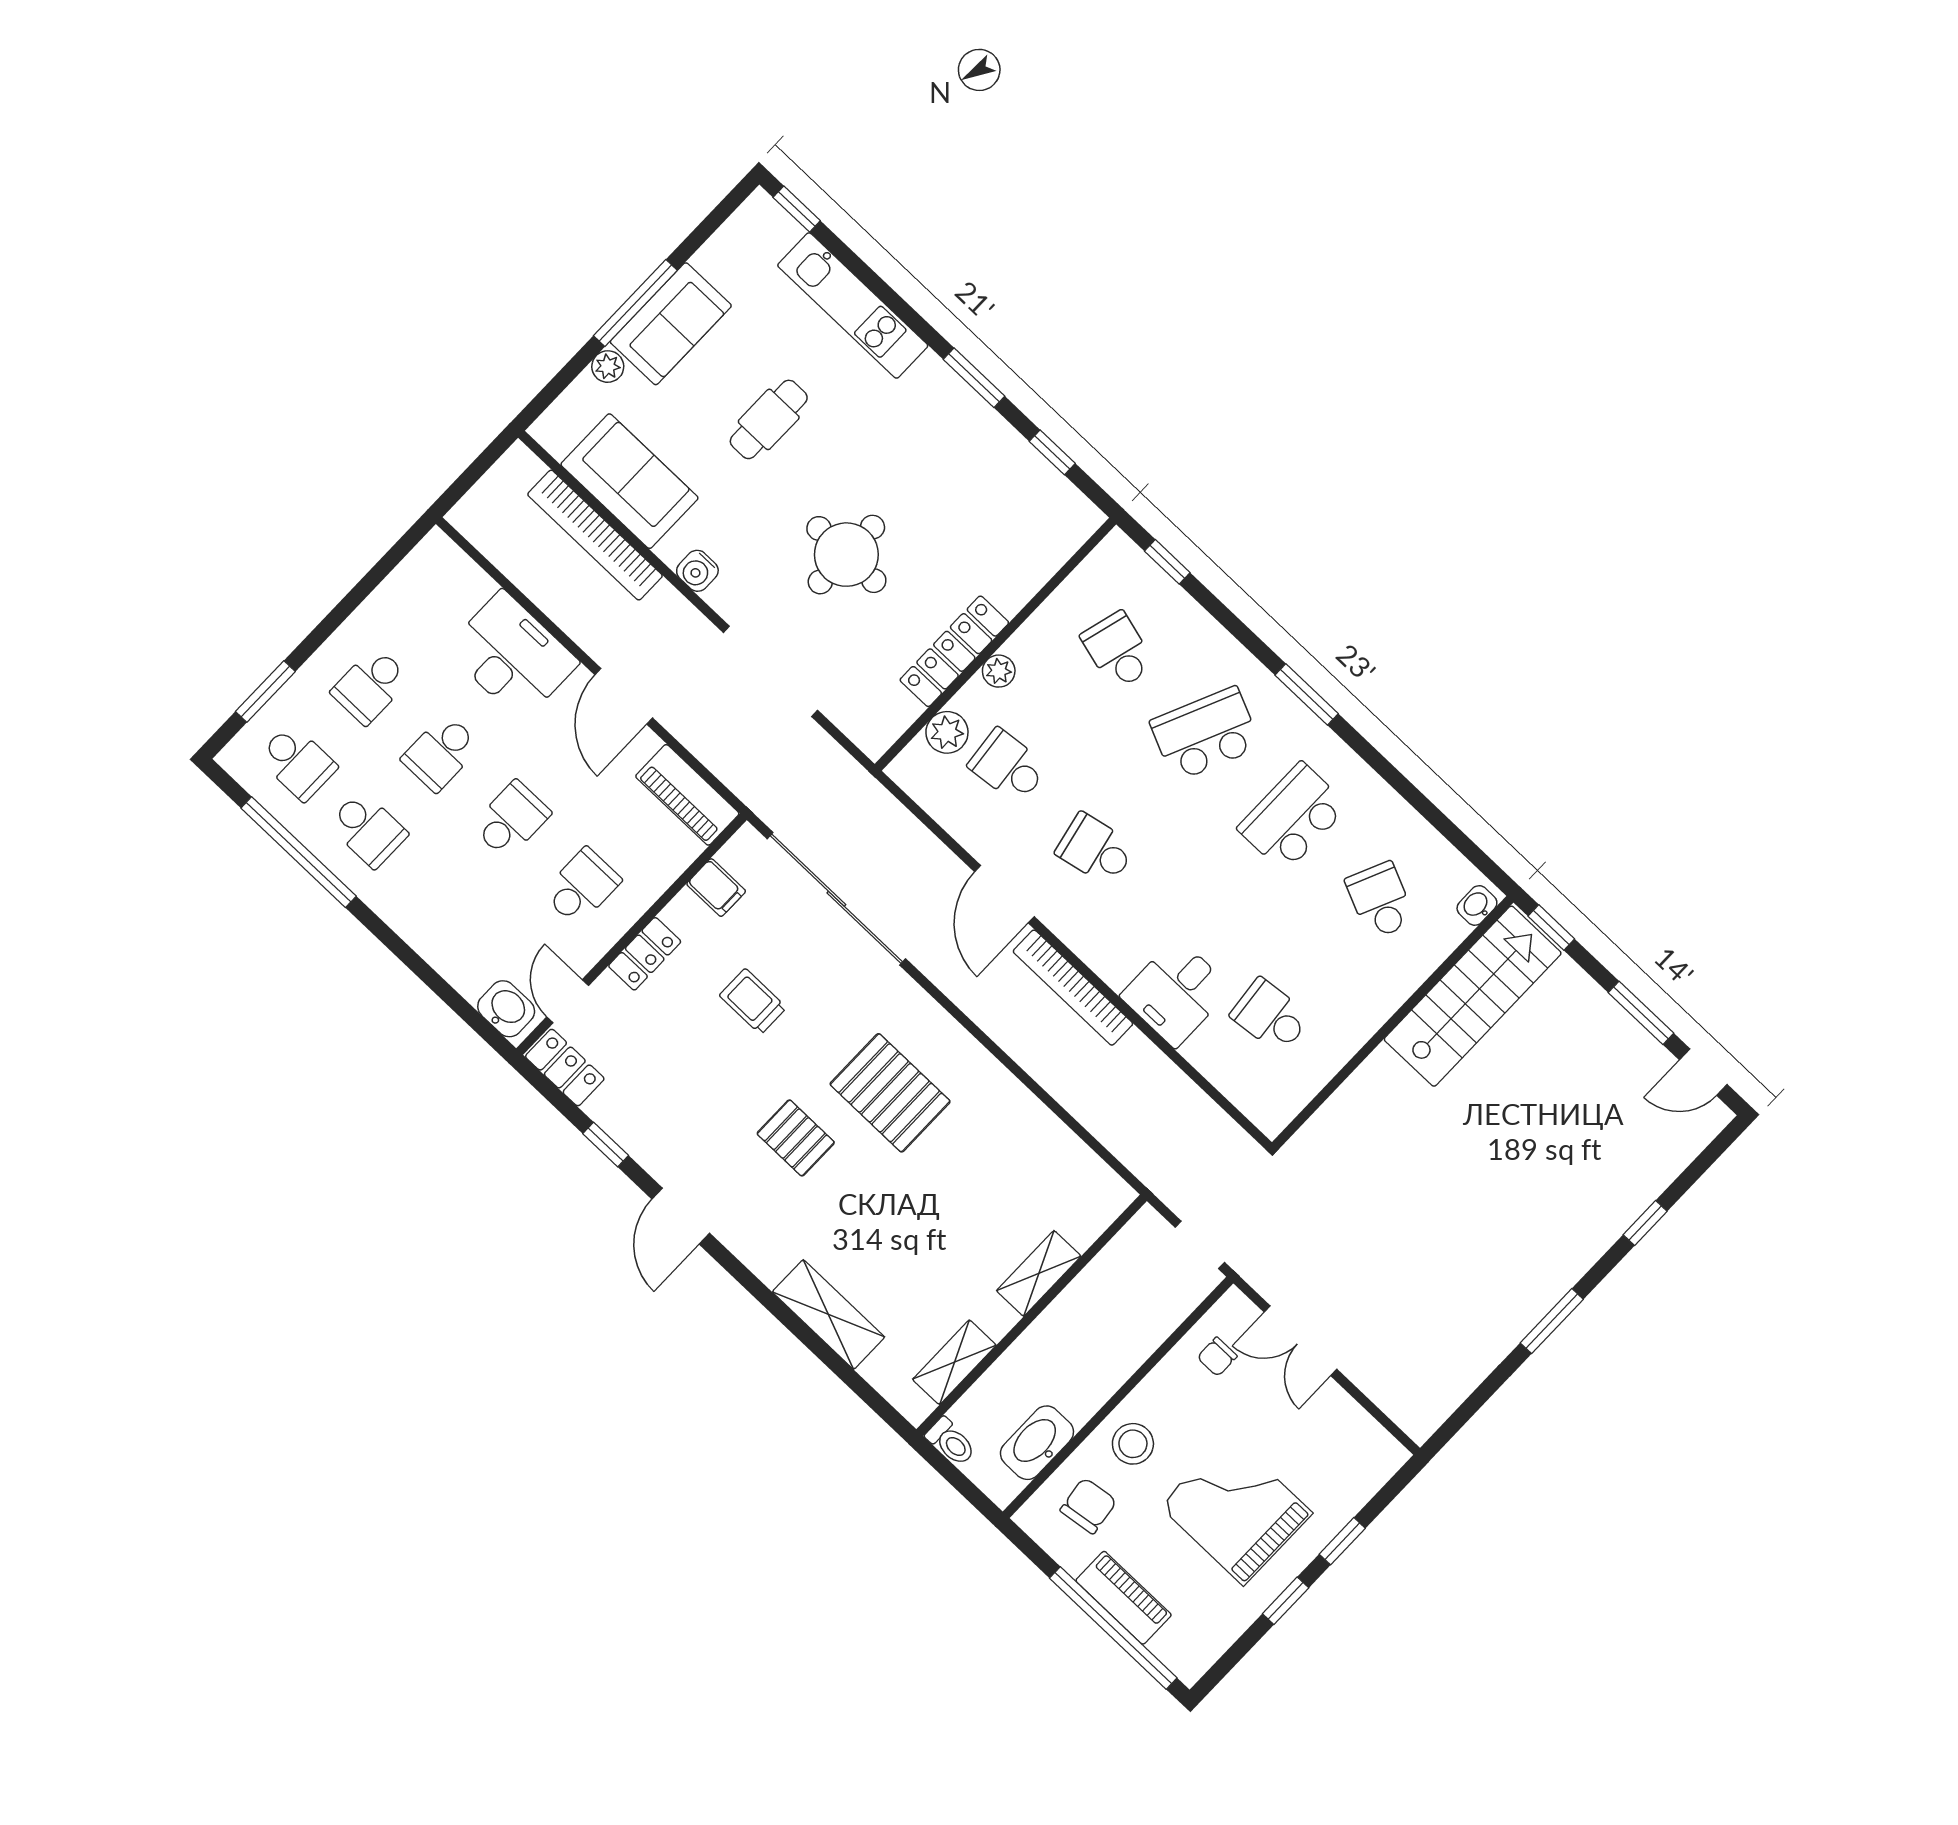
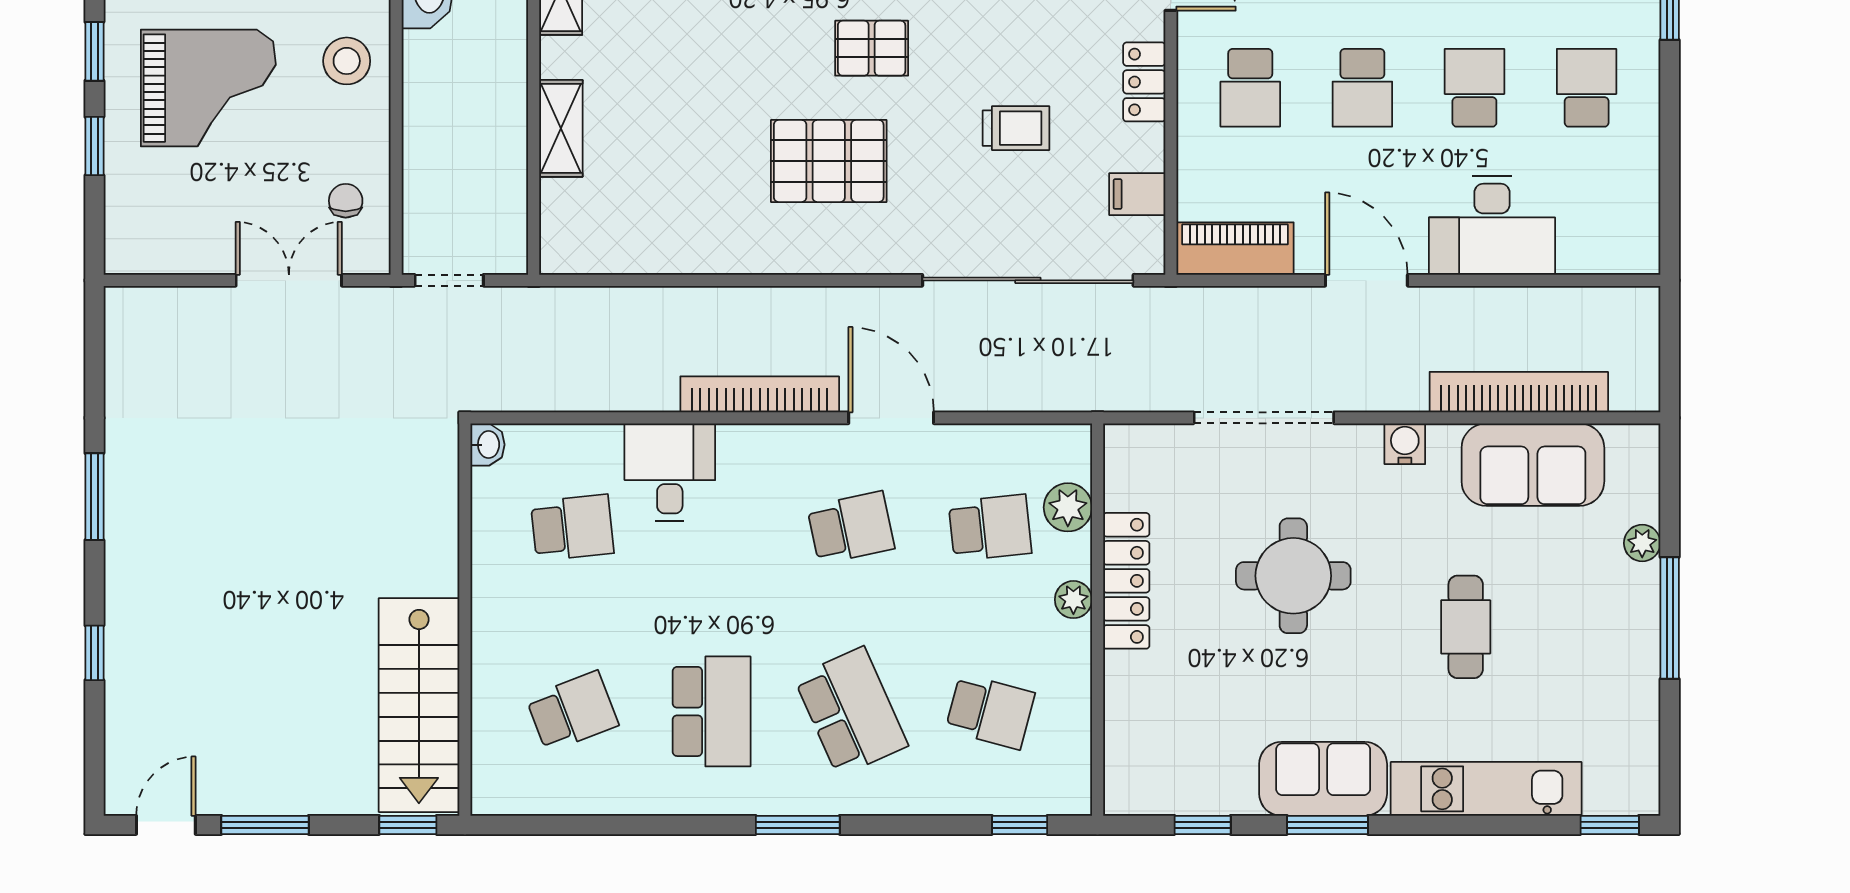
sofa: (671, 324) -> (1323, 779), moved, turned 90
school desk: (1205, 734) -> (851, 711), turned -48
school desk: (1380, 900) -> (572, 711), turned -45
washbasin: (1477, 905) -> (487, 445), moved

